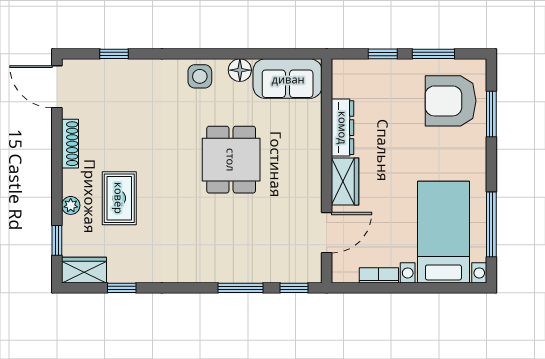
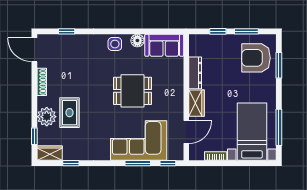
dining table: (231, 160) -> (132, 91), turned 90
plant: (71, 205) -> (47, 117), width x1.88, depth x1.88
corner sofa: (242, 248) -> (139, 140), added

